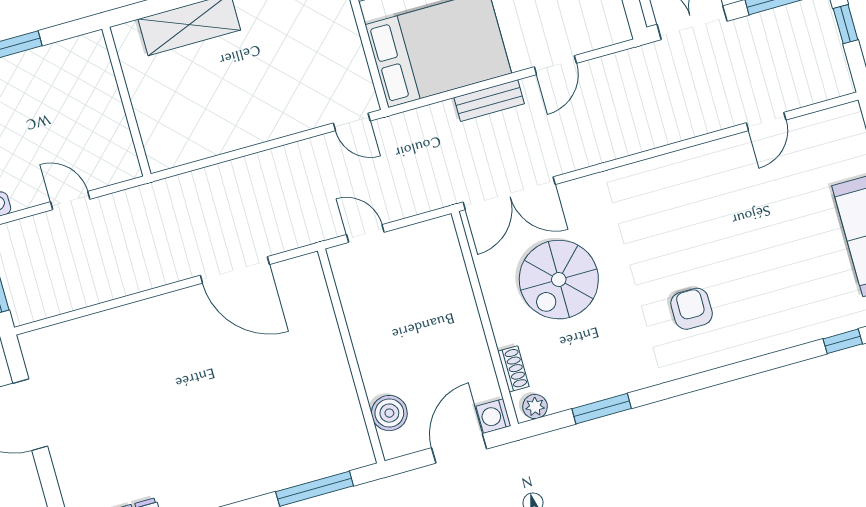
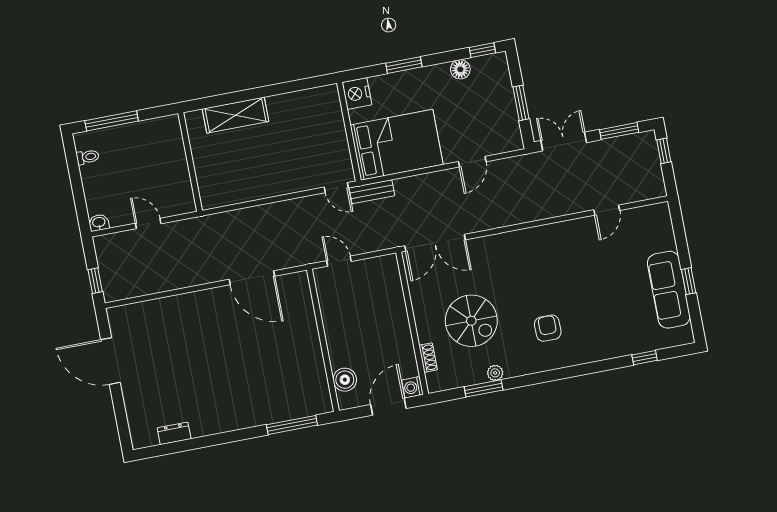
bench: (489, 101) -> (372, 192), moved
spiral stairs: (559, 280) -> (471, 321), moved, turned -90
plant: (535, 407) -> (495, 373), moved

